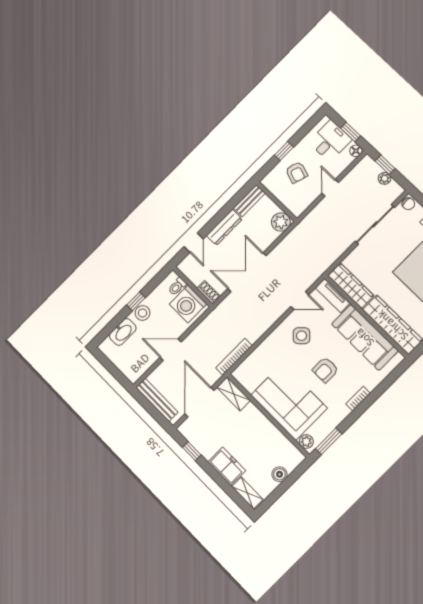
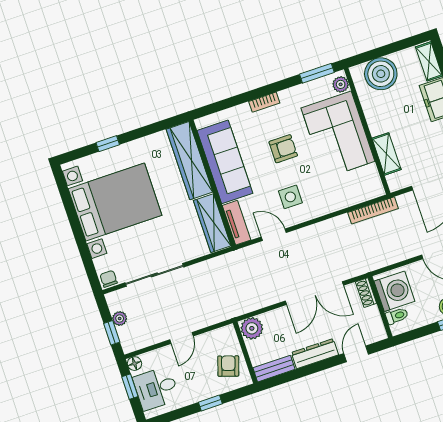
armchair: (297, 172) -> (228, 366), moved
side table: (301, 336) -> (290, 197), turned 45
shelving: (234, 394) -> (387, 154), moved
boiler: (280, 474) -> (381, 74), width x1.86, depth x1.86

